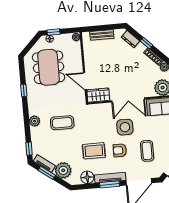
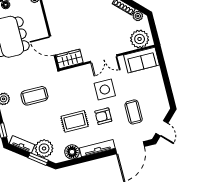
double door: (128, 100) -> (104, 59), width x0.73
window: (47, 173) -> (38, 159), moved
window: (109, 184) -> (98, 156), removed

